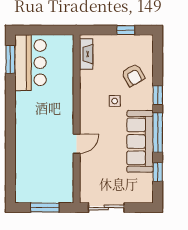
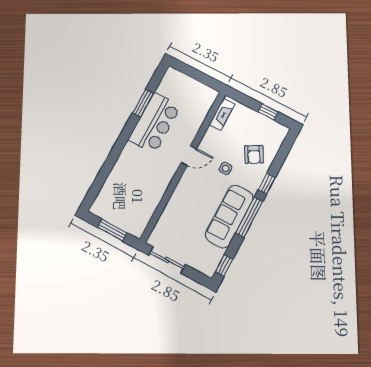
window: (10, 59) -> (143, 103), moved
bar counter: (30, 63) -> (155, 123), moved
door: (77, 144) -> (189, 156), moved
window: (158, 172) -> (224, 265), moved

